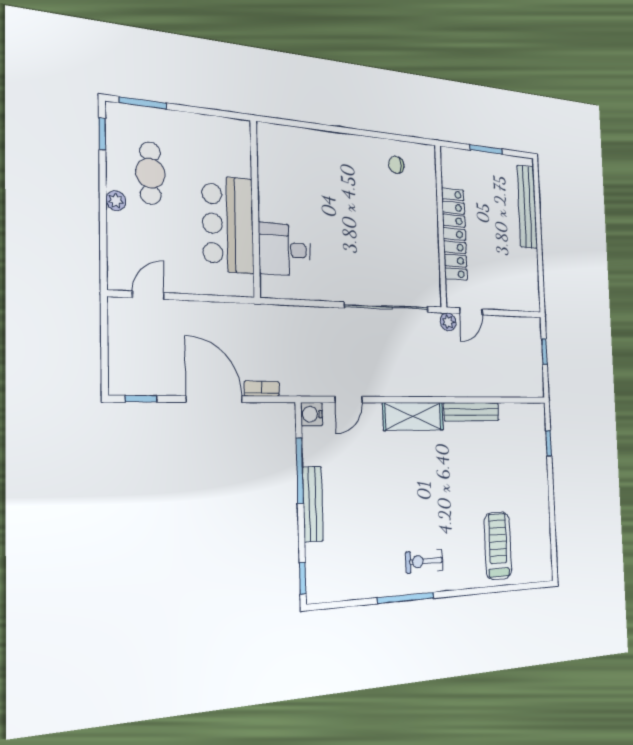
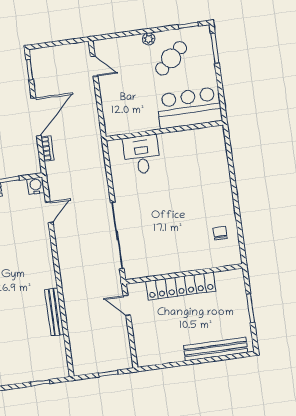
cafe table: (150, 173) -> (171, 58), turned -42
bar counter: (228, 224) -> (189, 108), moved
plant: (448, 322) -> (116, 286), removed
door: (349, 400) -> (49, 212), swing flipped
shelving: (413, 416) -> (45, 264), removed

